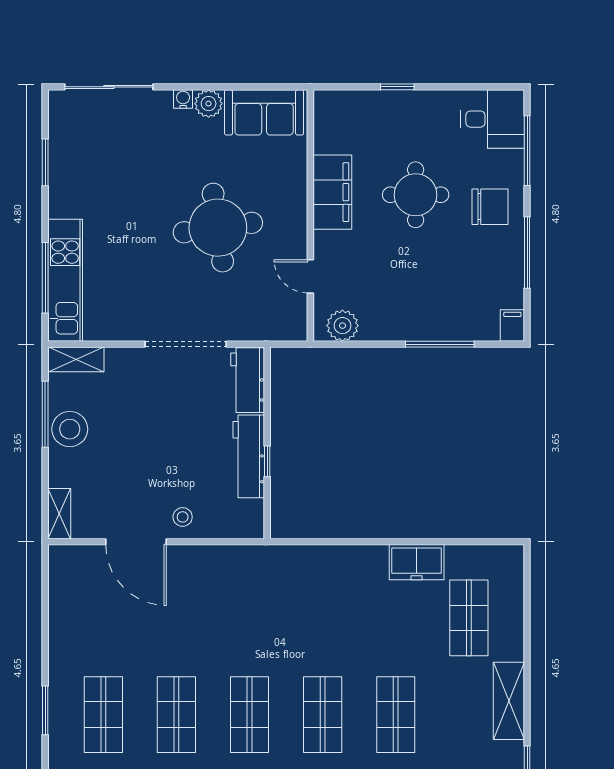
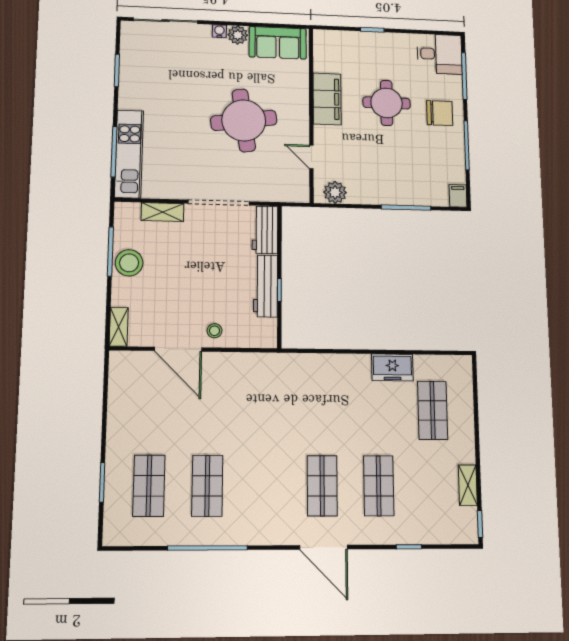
shelving: (76, 359) -> (162, 212), moved
shelving: (509, 701) -> (468, 485), width x0.67, depth x0.75
shop shelf: (250, 715) -> (265, 486), removed

